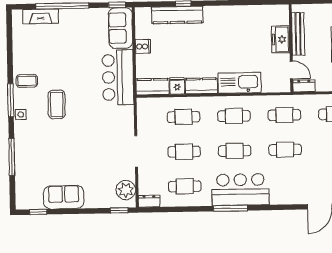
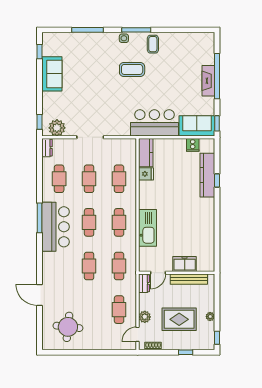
fireplace: (41, 16) -> (208, 81), moved
cooker: (143, 46) -> (193, 145), moved
kitchen counter: (201, 86) -> (146, 195), removed

